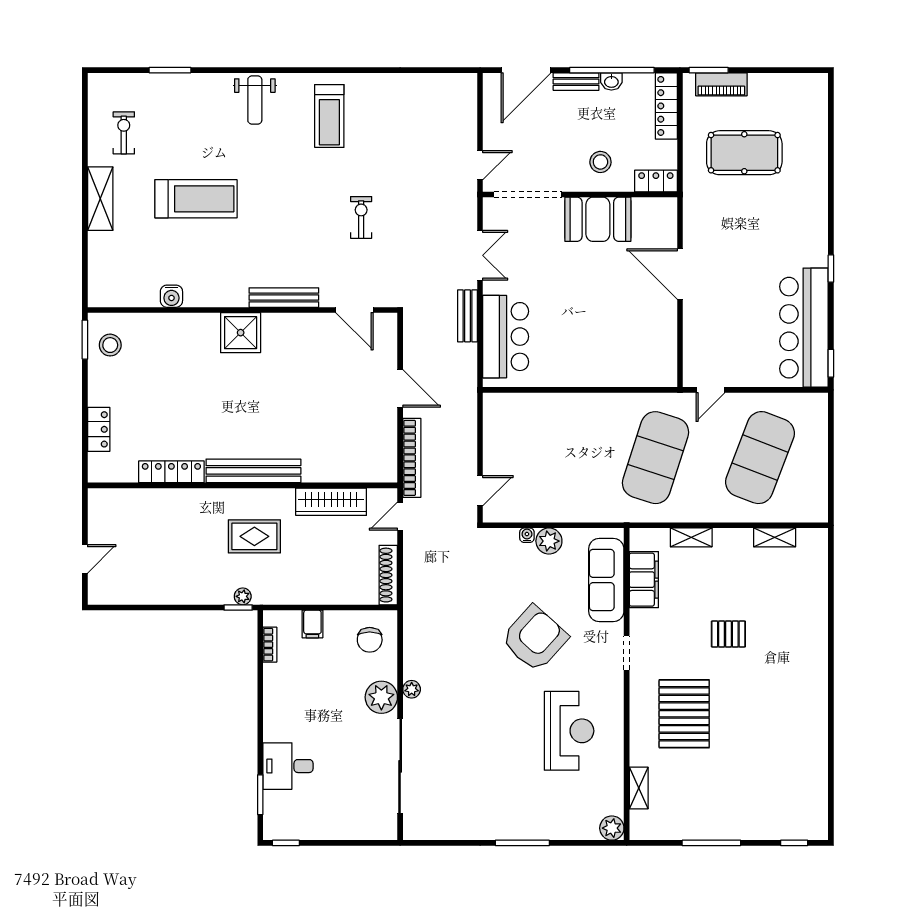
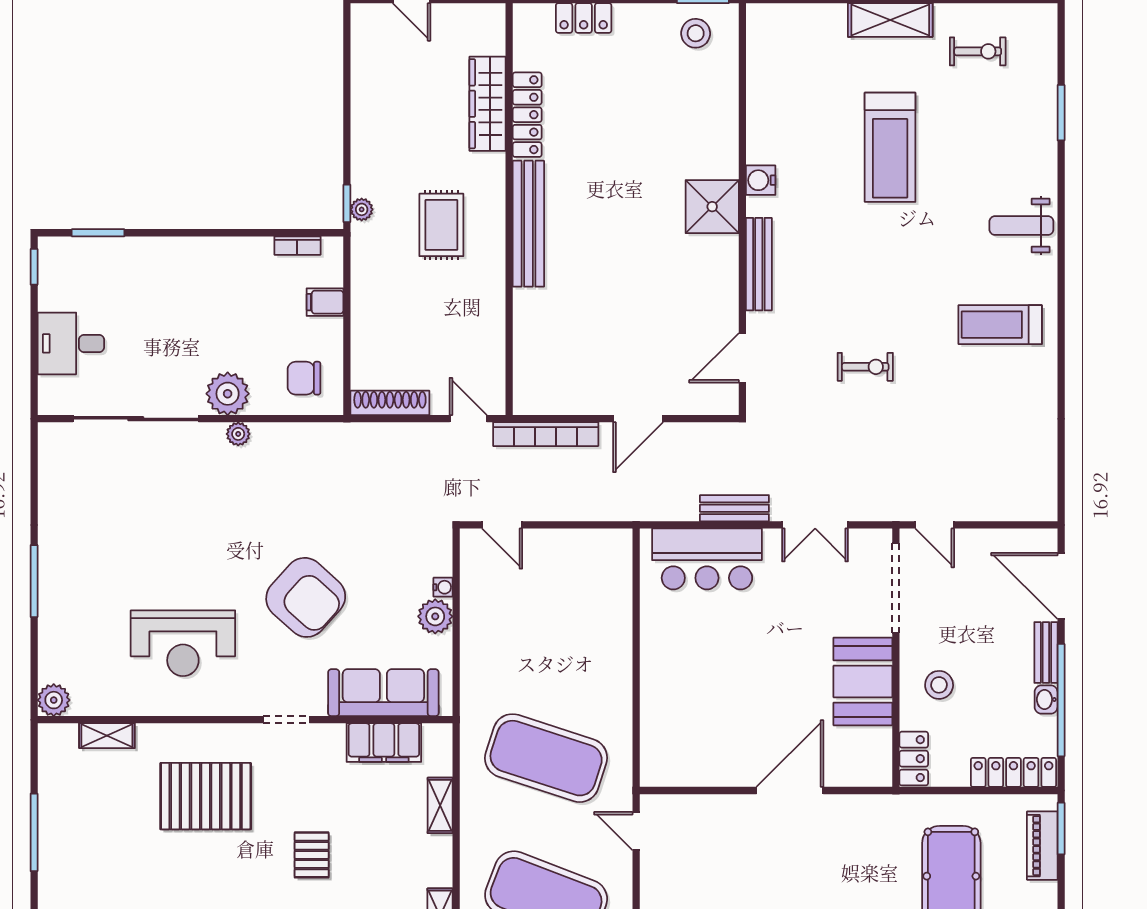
water cooler: (171, 296) -> (761, 180), moved
wardrobe: (331, 502) -> (487, 104), moved
desk: (288, 766) -> (71, 343), moved, turned -90

